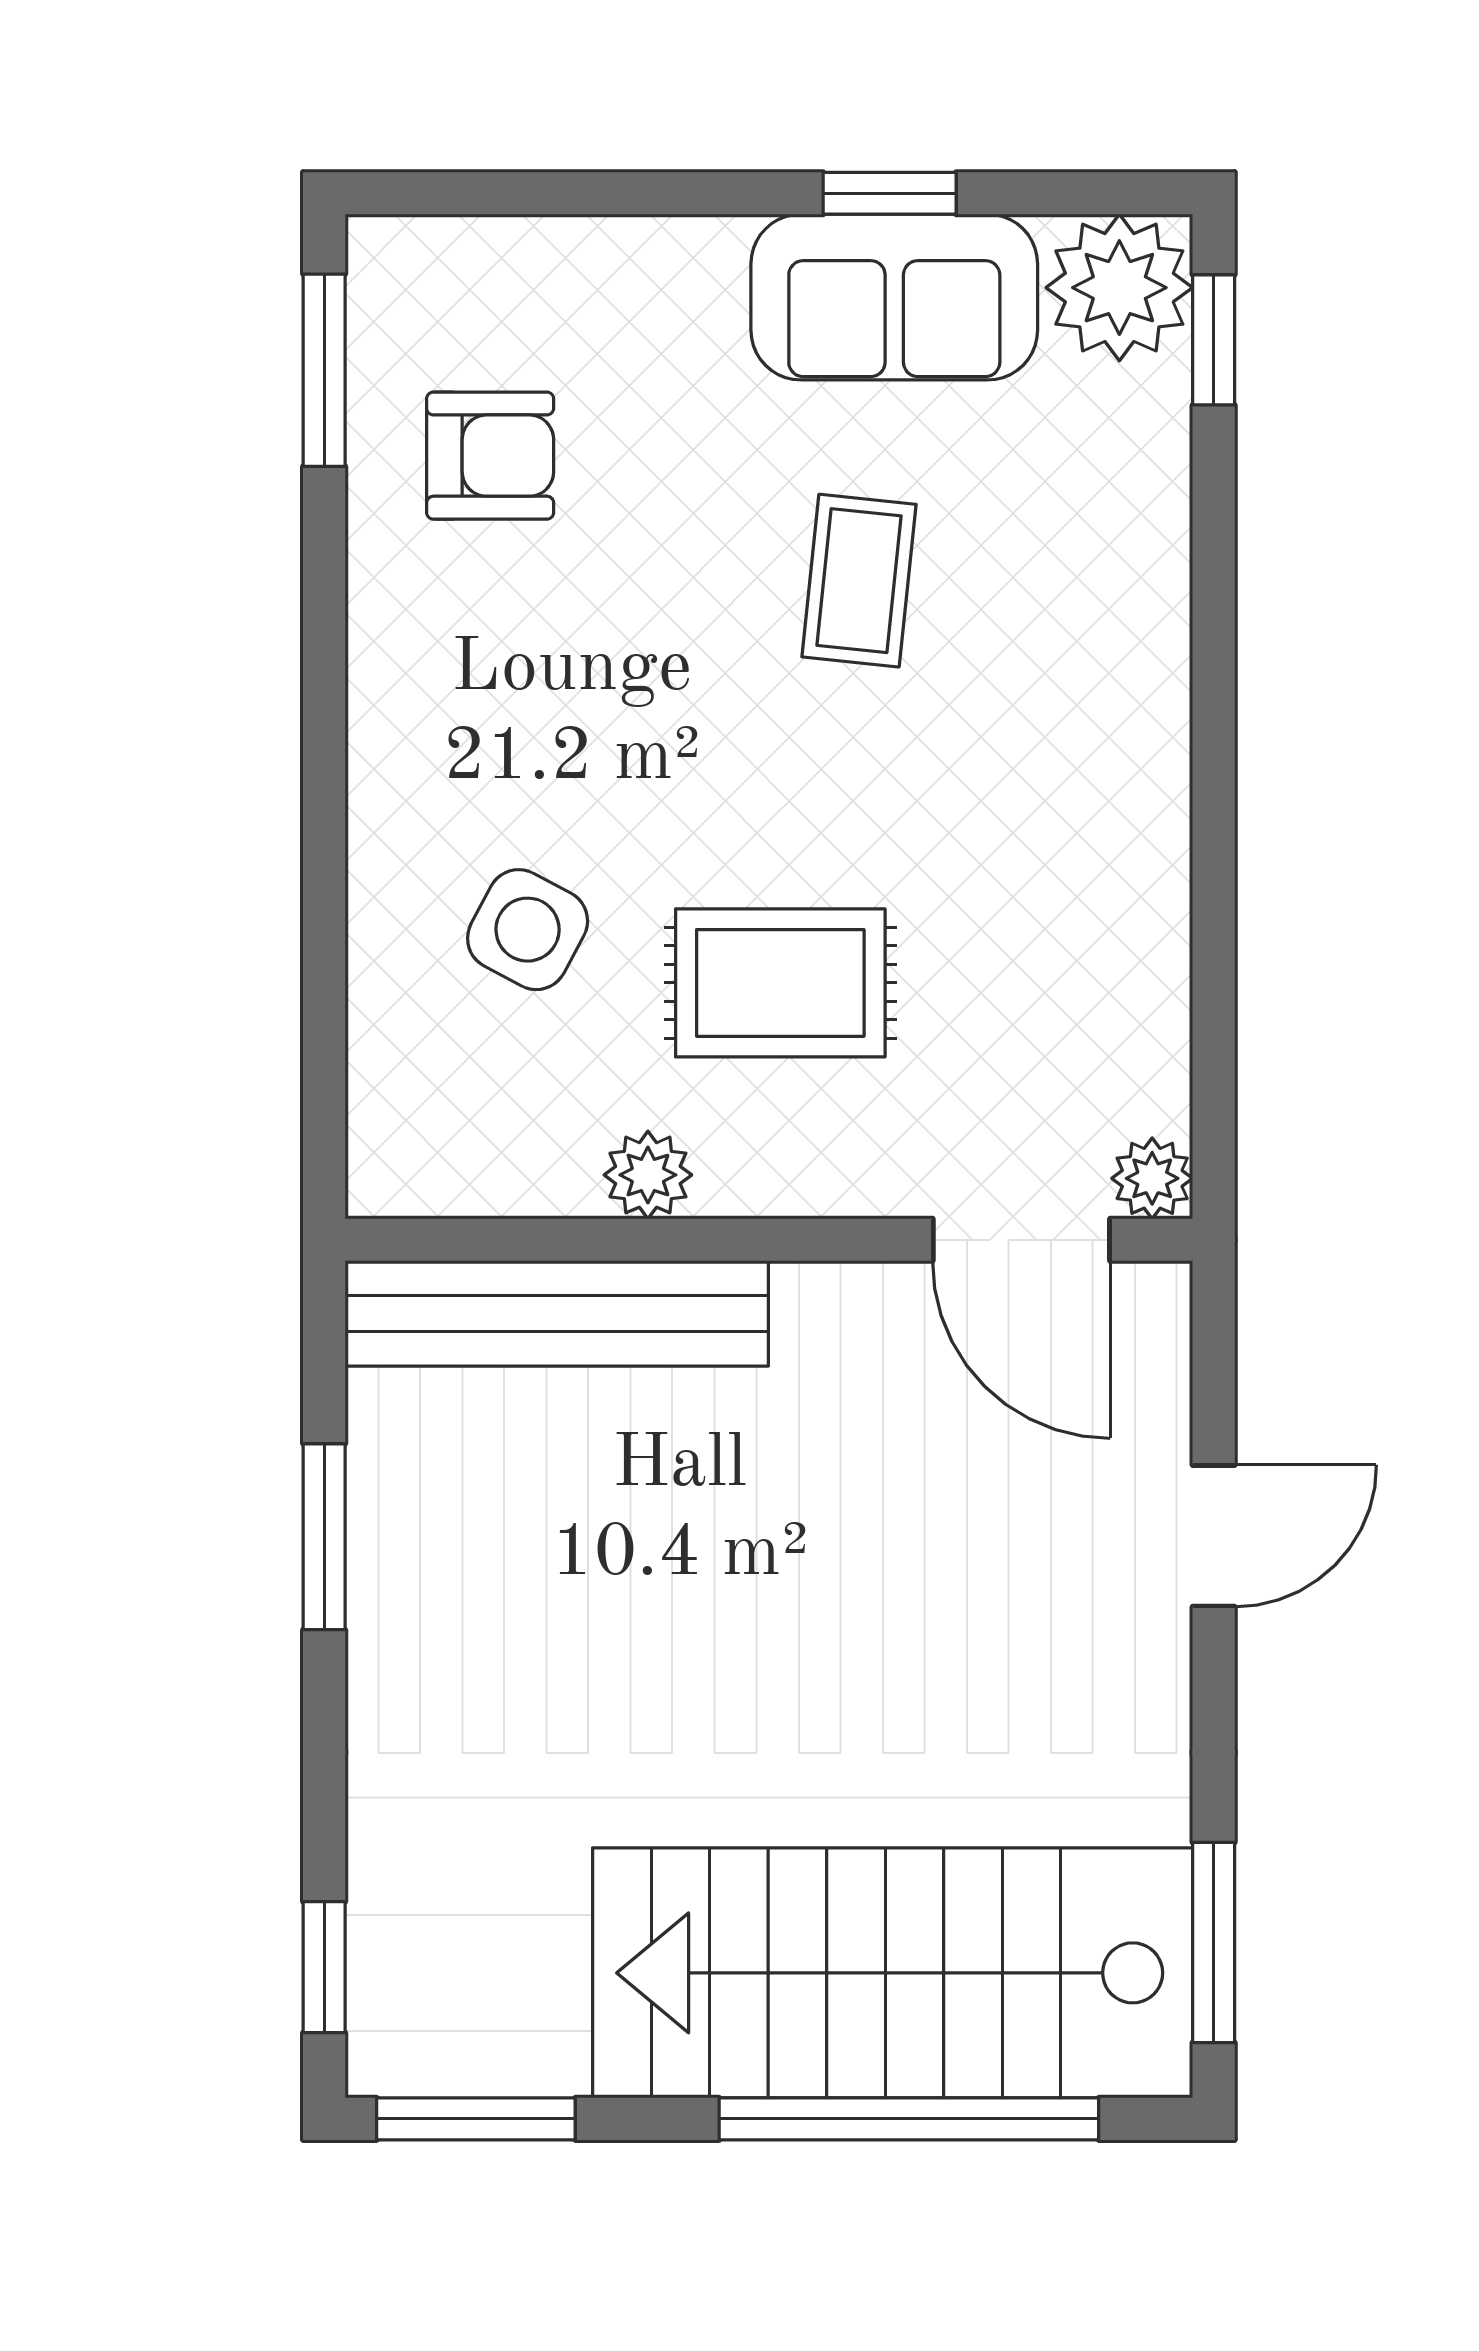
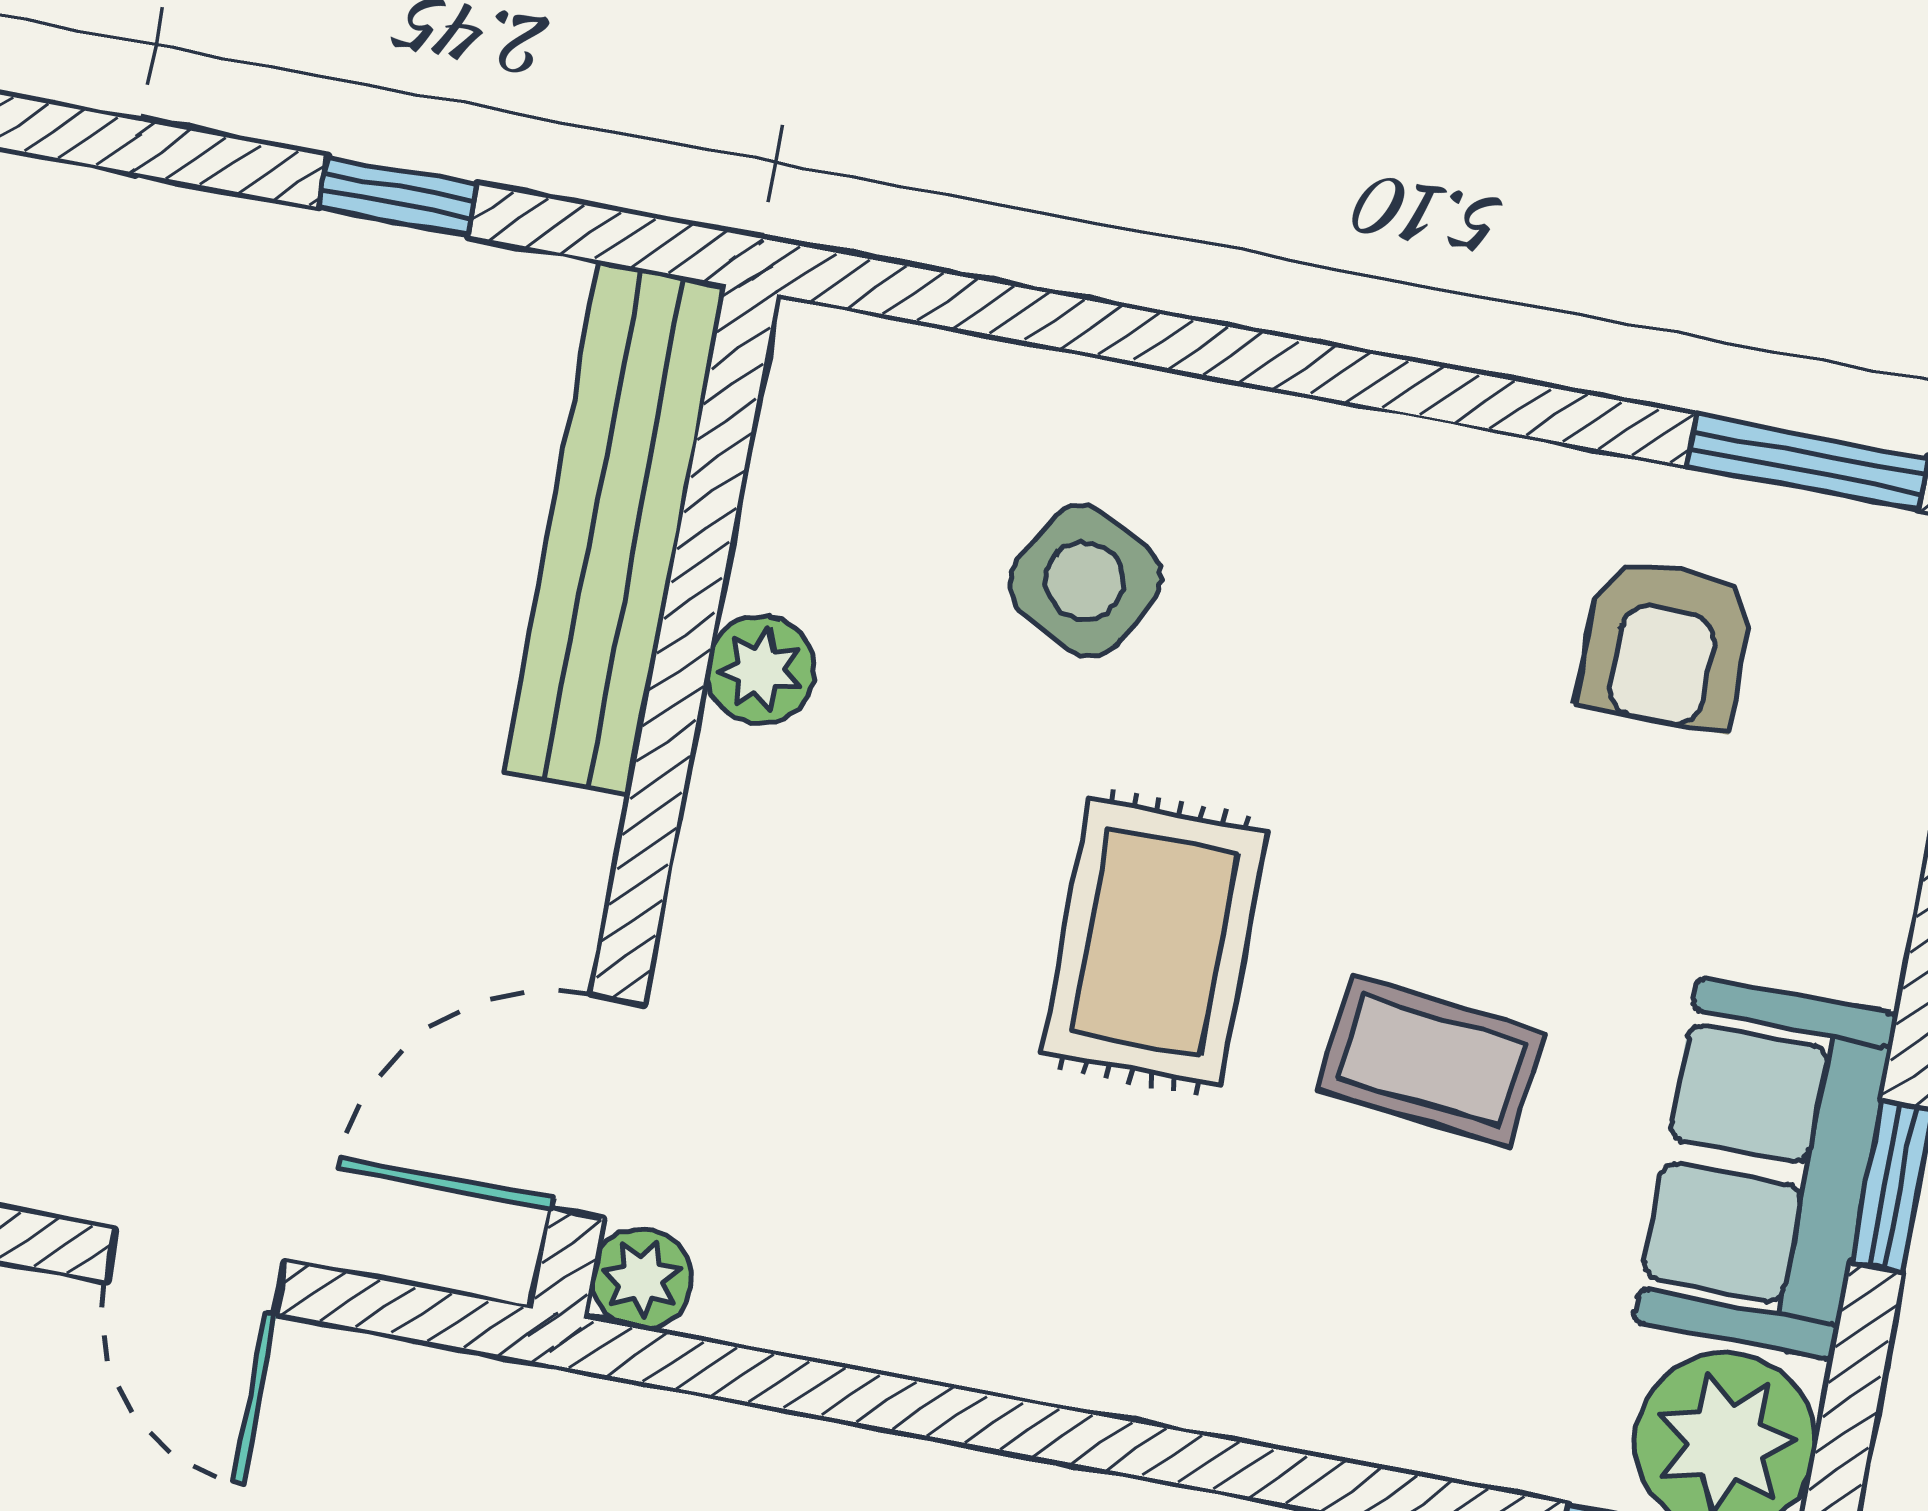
rug: (780, 983) -> (1154, 942), moved
window: (324, 1537) -> (398, 196), width x0.67

